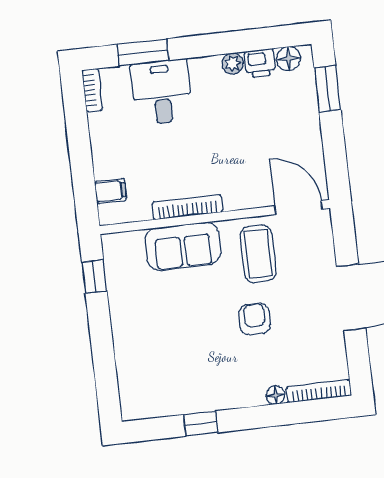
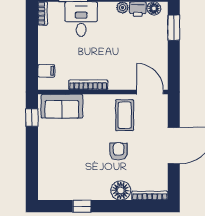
sofa: (183, 246) -> (62, 106), moved
floor lamp: (275, 395) -> (121, 190), width x1.89, depth x1.89

